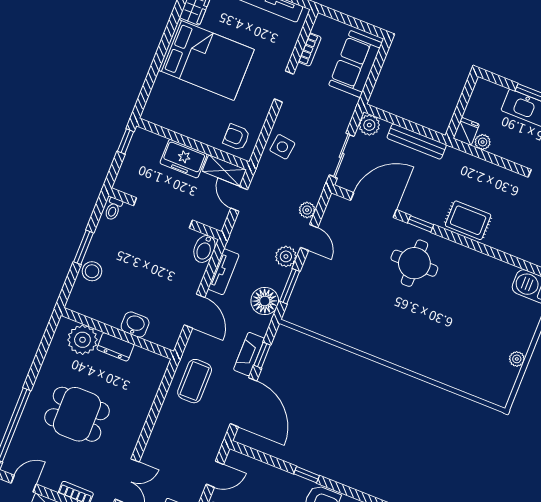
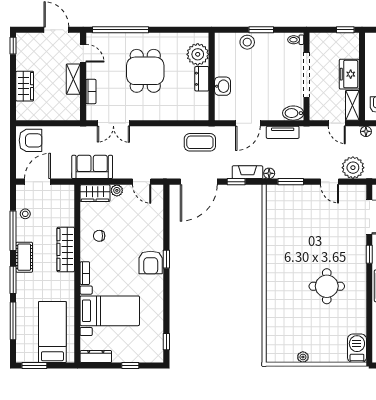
floor lamp: (264, 166) -> (366, 131), added
door: (239, 199) -> (337, 123), swing flipped
plant: (307, 210) -> (353, 168), width x1.88, depth x1.88
door: (309, 237) -> (330, 182), hinge flipped
plant: (286, 256) -> (310, 171), removed
round table: (414, 263) -> (327, 286), moved
floor lamp: (265, 301) -> (269, 173), width x0.53, depth x0.53
fireplace: (249, 354) -> (247, 172), moved
window: (307, 475) -> (166, 259), moved

